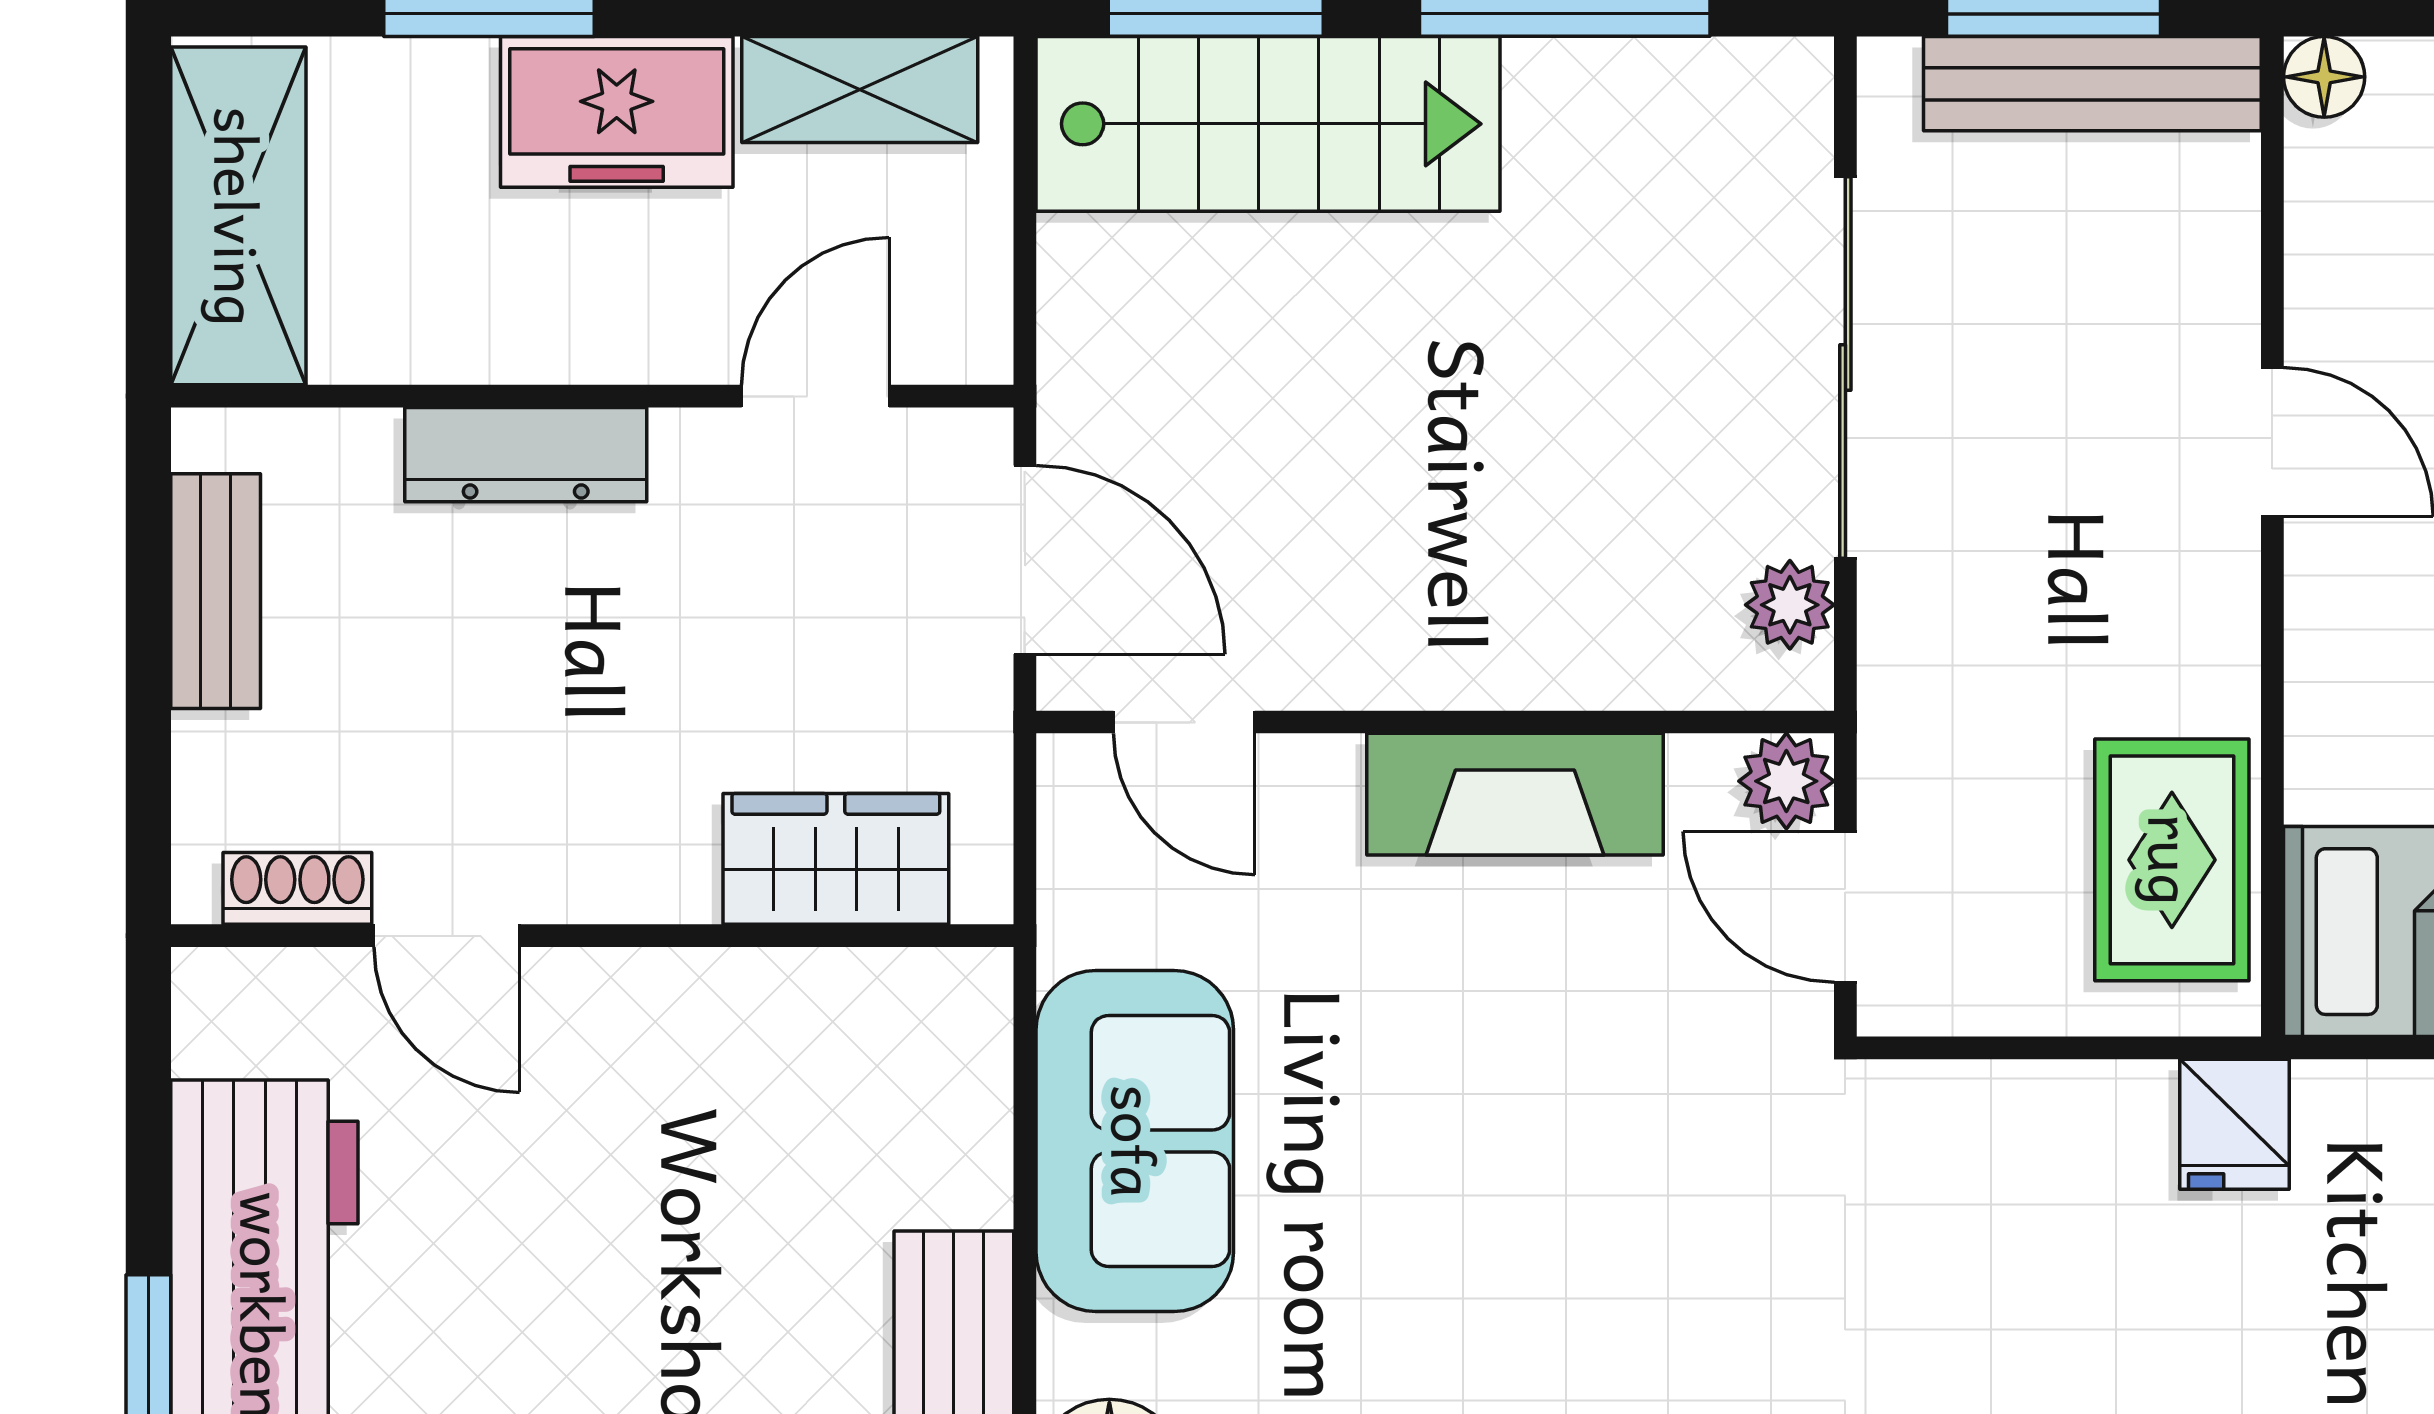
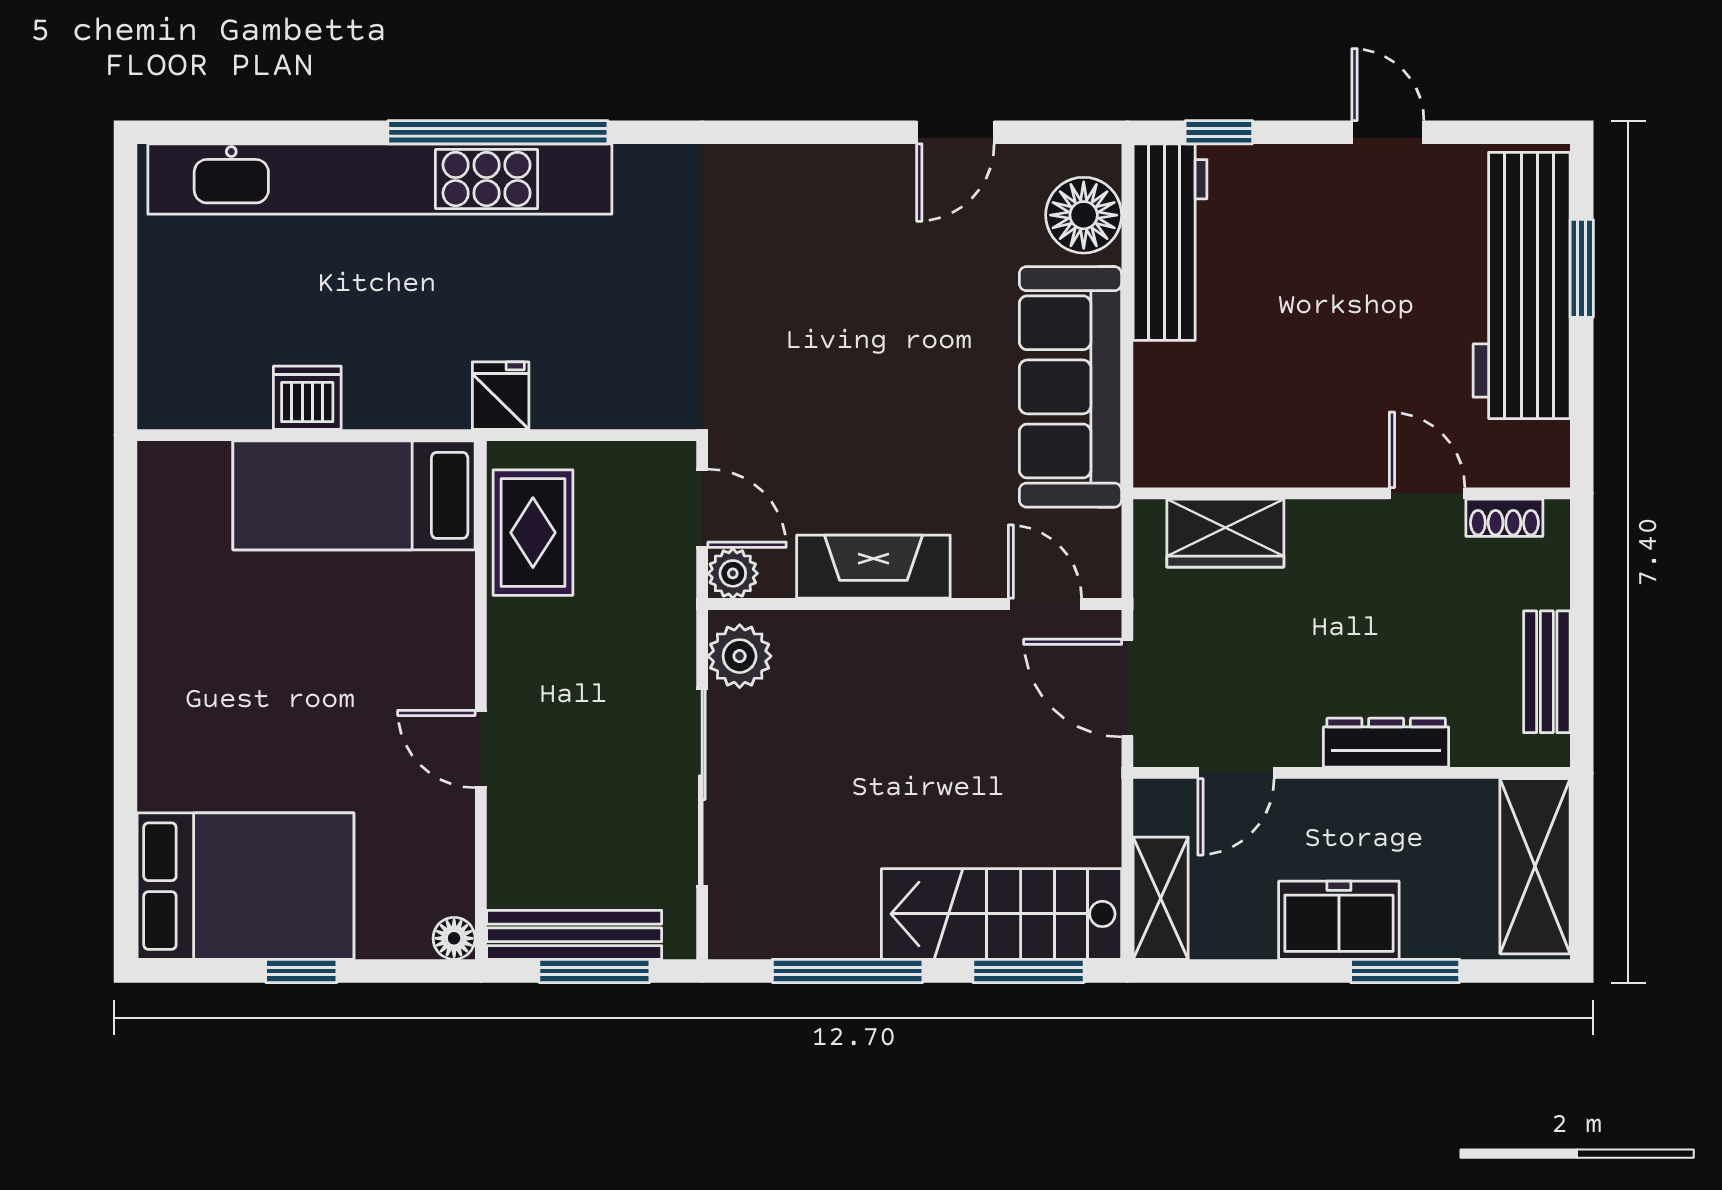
shelving: (860, 89) -> (1161, 898), moved, turned 90
plant: (1790, 605) -> (740, 656), width x1.38, depth x1.38
sofa: (1135, 1141) -> (1070, 387), width x1.36

